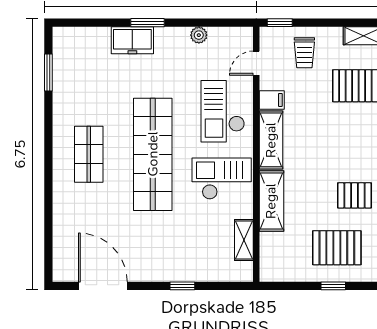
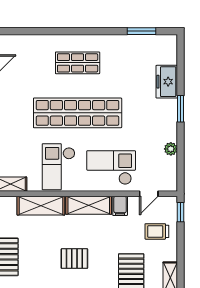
freezer: (132, 40) -> (167, 82), moved
door: (256, 63) -> (149, 194), swing flipped
checkout: (222, 179) -> (59, 167), turned 180
pallet: (354, 195) -> (74, 259), moved, turned 90

